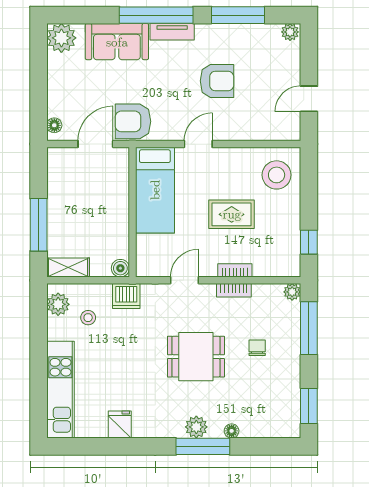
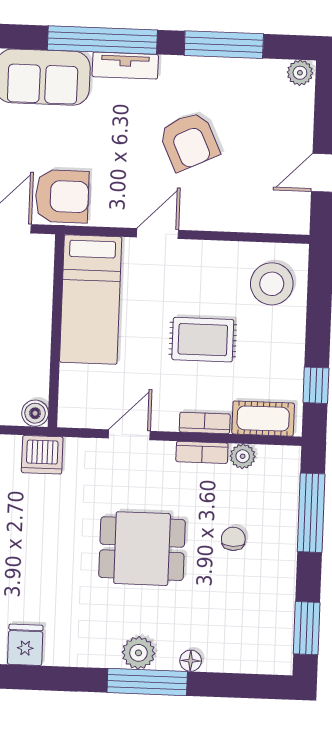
armchair: (217, 81) -> (189, 141), turned 65
armchair: (133, 121) -> (62, 196), turned 180
cot: (274, 266) -> (263, 419), added
plant: (292, 292) -> (243, 456), moved

